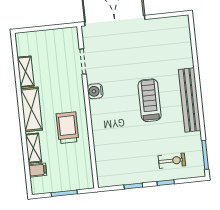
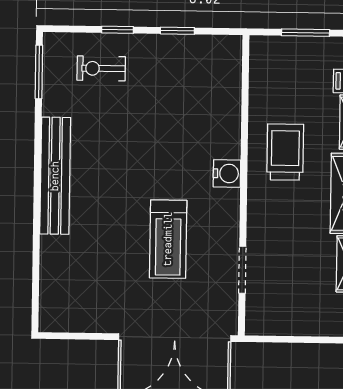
water cooler: (95, 91) -> (227, 173), moved
treadmill: (150, 100) -> (168, 239), moved
trolley: (67, 128) -> (285, 152), turned 180

